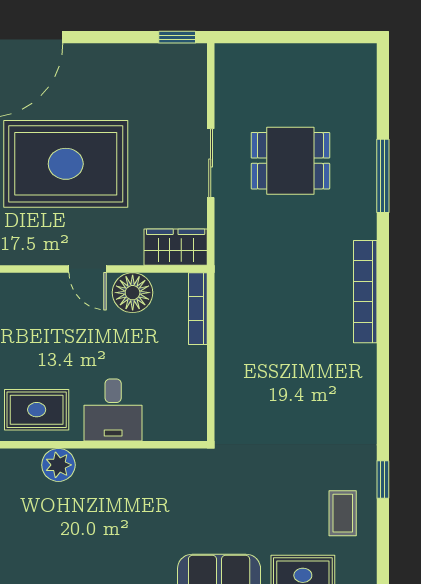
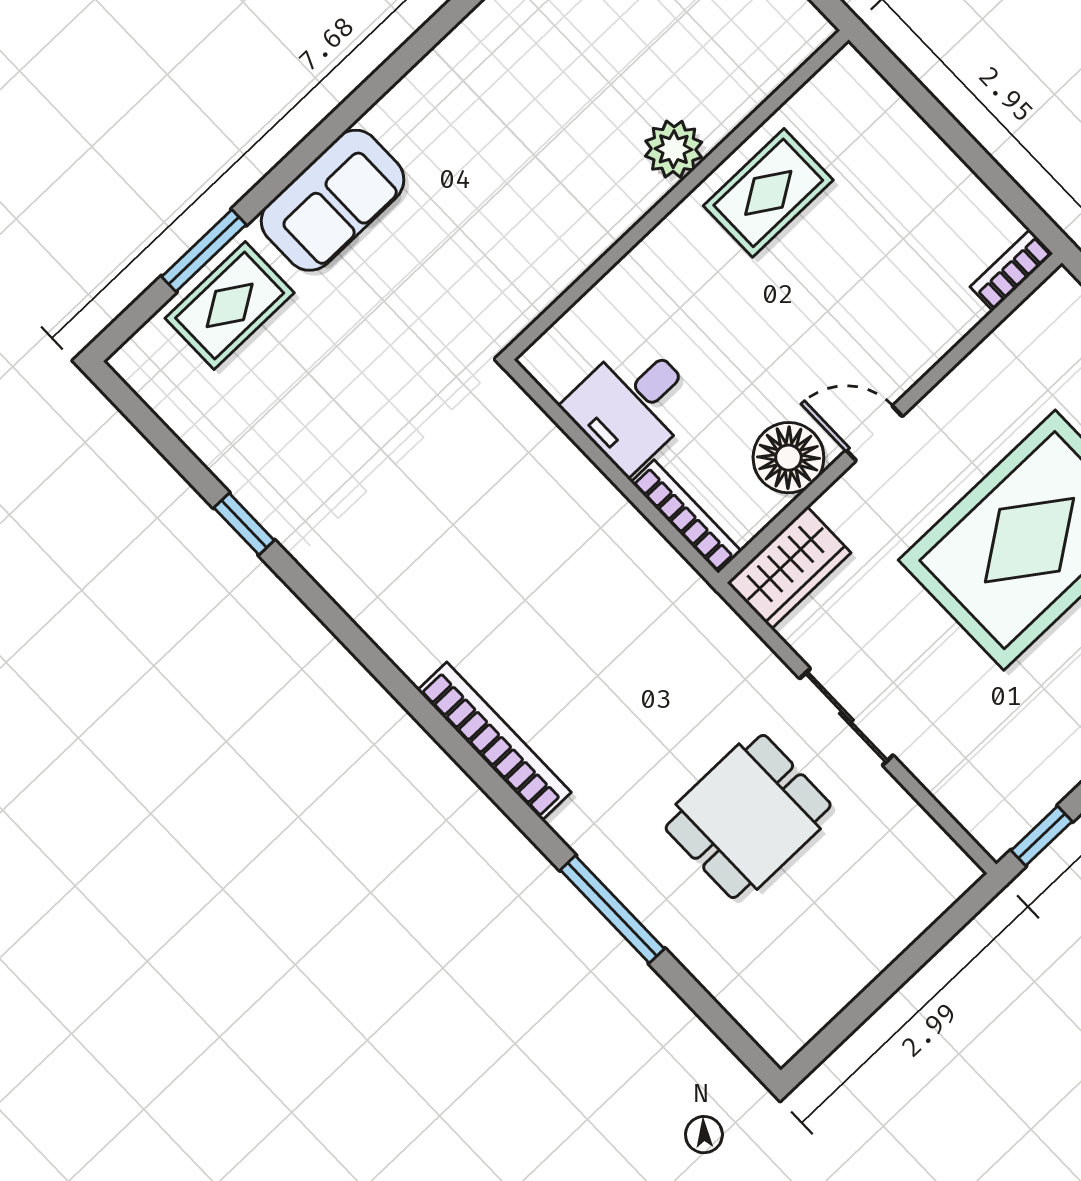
desk: (113, 410) -> (632, 405), moved, turned -90
coffee table: (343, 513) -> (254, 433), removed

